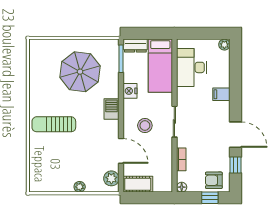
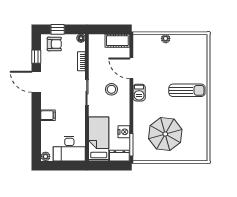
desk: (192, 67) -> (69, 149), moved, turned 90
nightstand: (130, 91) -> (124, 132), moved
barbecue: (112, 109) -> (139, 93), moved
plant: (111, 178) -> (139, 45), removed

